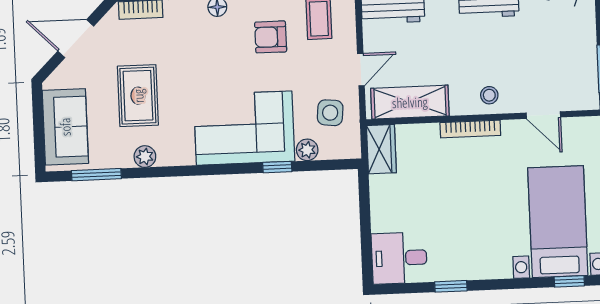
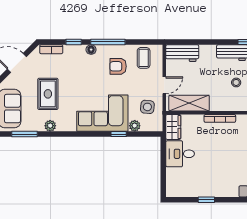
stool: (489, 95) -> (236, 82), moved
desk: (399, 258) -> (180, 154), moved

